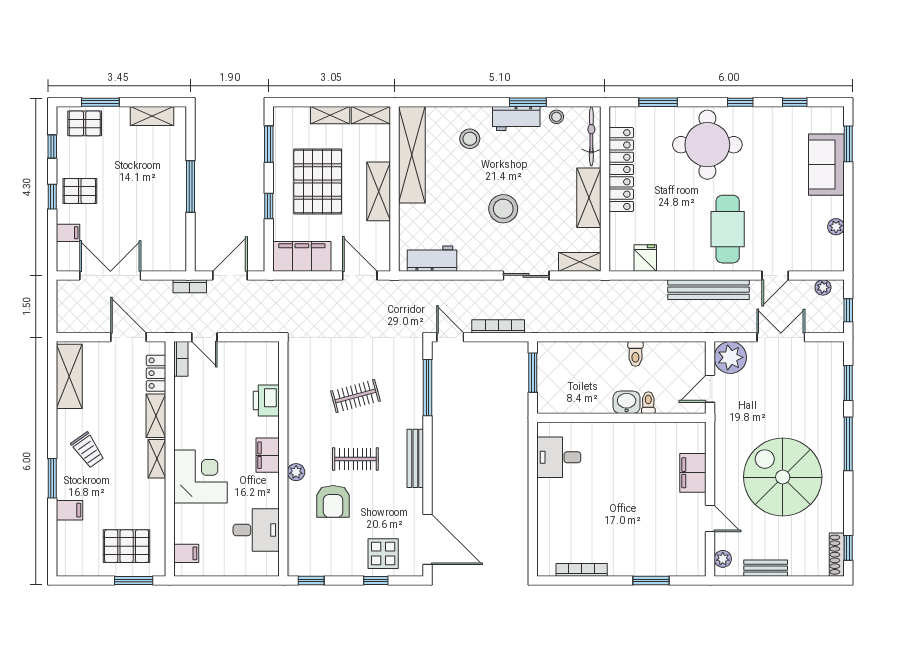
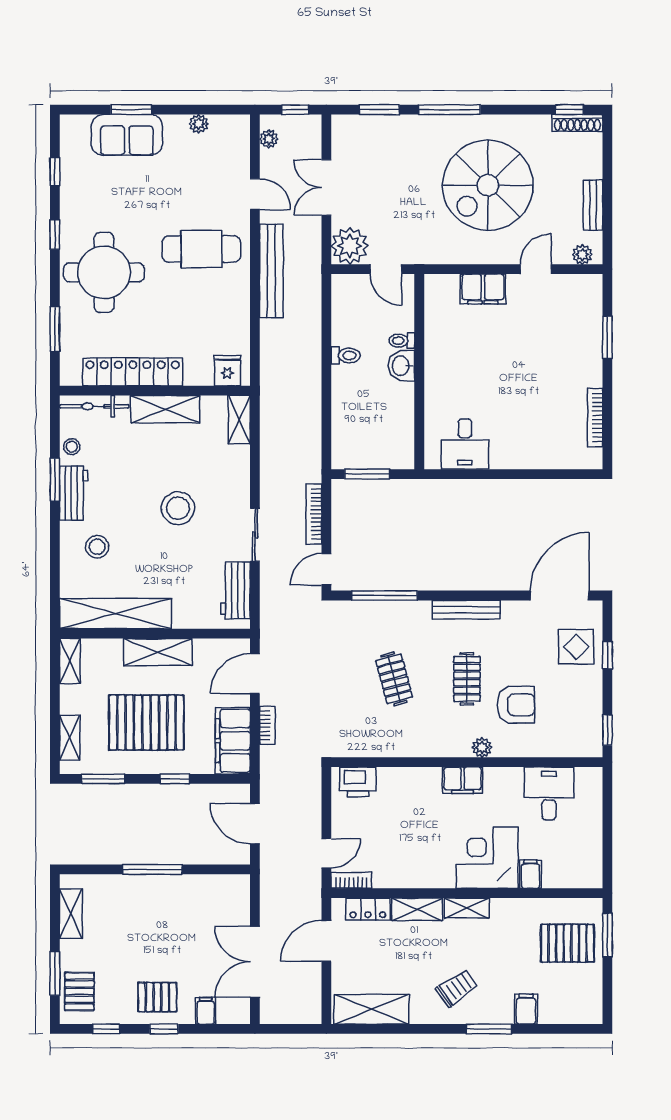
shelving: (330, 115) -> (70, 738), moved
window: (848, 144) -> (131, 110), moved
pallet: (80, 191) -> (157, 997), turned 90
fridge: (645, 258) -> (227, 371), moved, turned 90
sliding door: (526, 275) -> (255, 535), moved
bookcase: (190, 286) -> (267, 725), moved
printer: (266, 401) -> (358, 782), moved
pallet: (127, 546) -> (568, 943), turned 90
filing cabinet: (186, 553) -> (530, 874), moved

